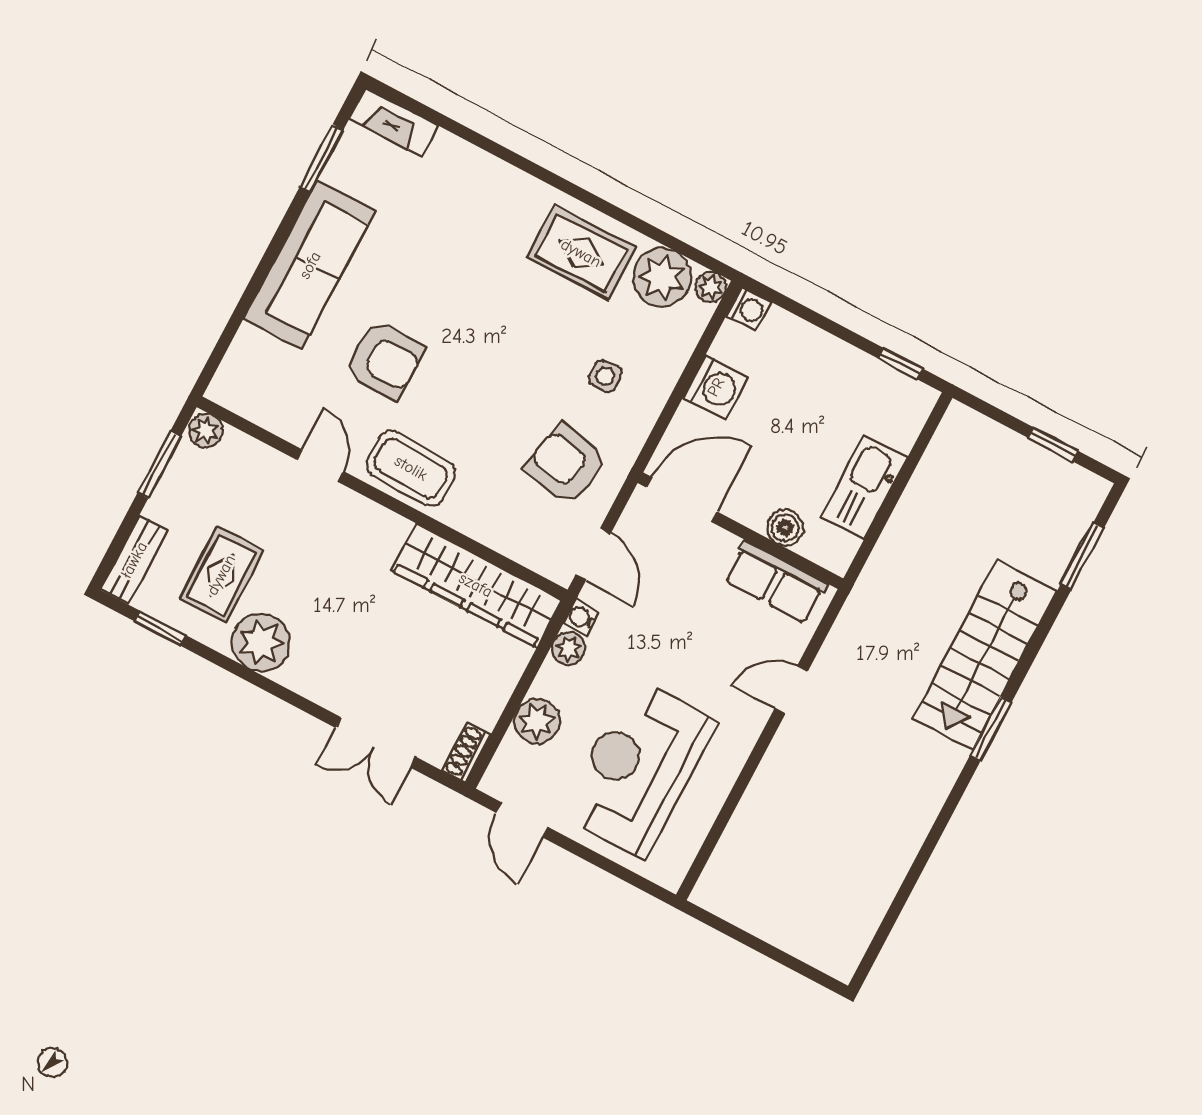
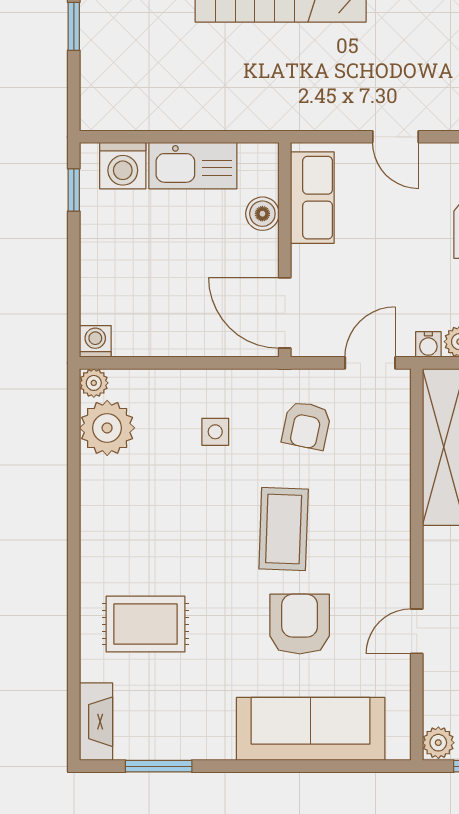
rug: (581, 253) -> (146, 624), moved, turned 90
sofa: (310, 265) -> (311, 729), moved
washing machine: (716, 387) -> (123, 166), moved, turned 180
armchair: (566, 464) -> (306, 425), width x0.72, depth x0.72
coffee table: (411, 468) -> (284, 529), moved

